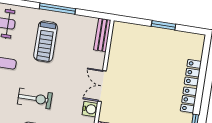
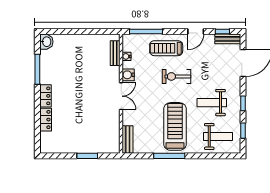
window: (163, 25) -> (87, 156), moved
treadmill: (46, 41) -> (175, 126), width x1.37, depth x1.37

